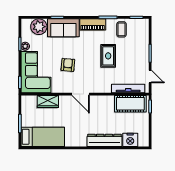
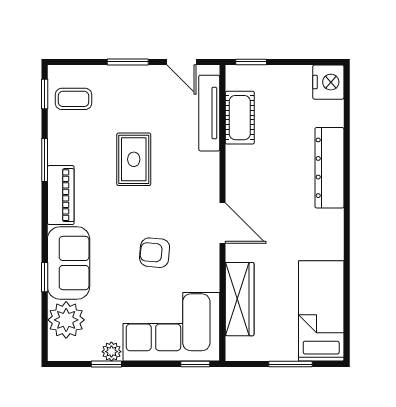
coffee table: (122, 29) -> (73, 99), moved
rug: (108, 56) -> (134, 159), turned 90
door: (150, 76) -> (182, 62), swing flipped
door: (81, 94) -> (222, 223), hinge flipped
wardrobe: (48, 102) -> (240, 299), width x1.50
cot: (130, 104) -> (240, 118), width x0.73, depth x0.75
nightstand: (130, 140) -> (328, 82), moved

